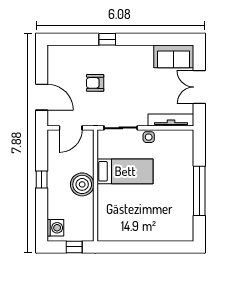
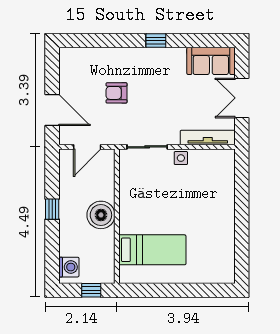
window: (107, 39) -> (156, 41), moved
bed: (125, 171) -> (152, 250), moved
window: (199, 191) -> (242, 223), removed

